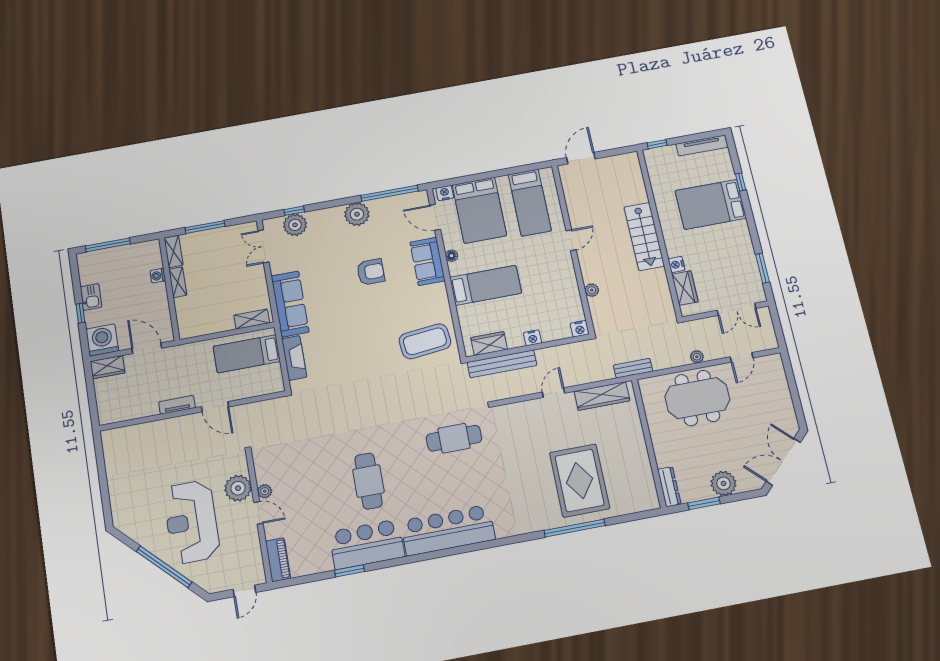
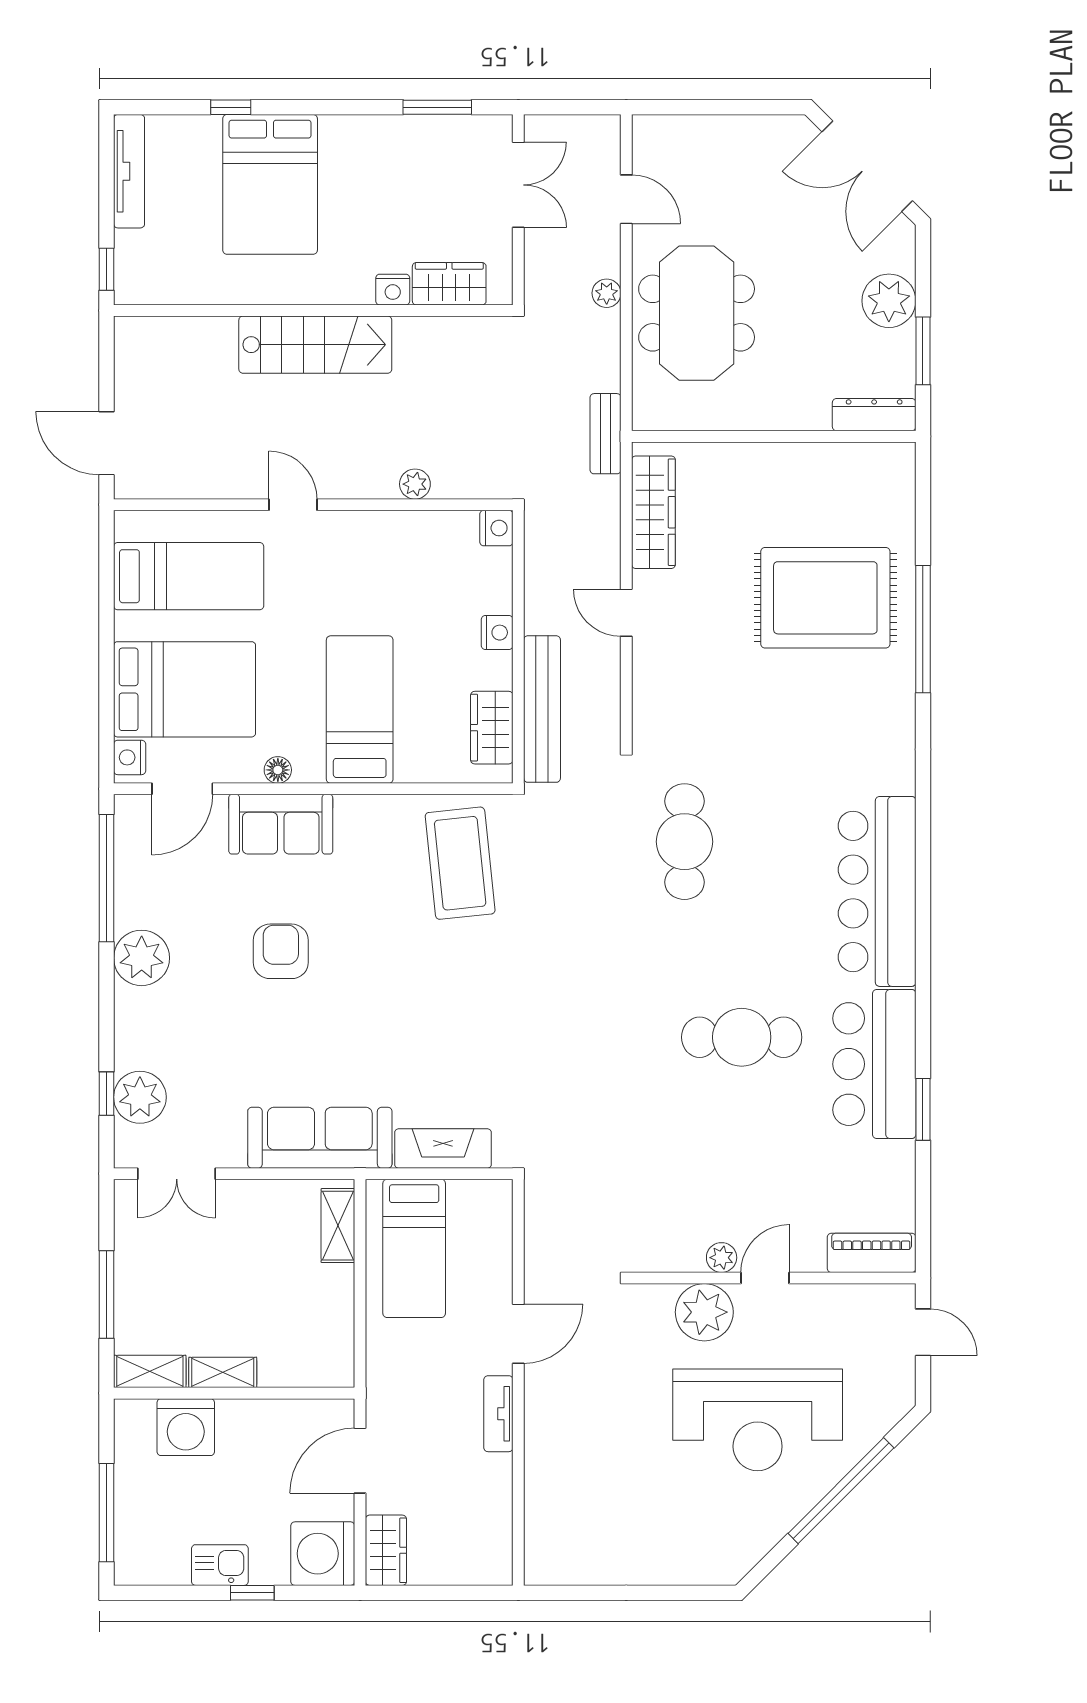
washing machine: (158, 276) -> (186, 1427), width x1.89, depth x1.89

